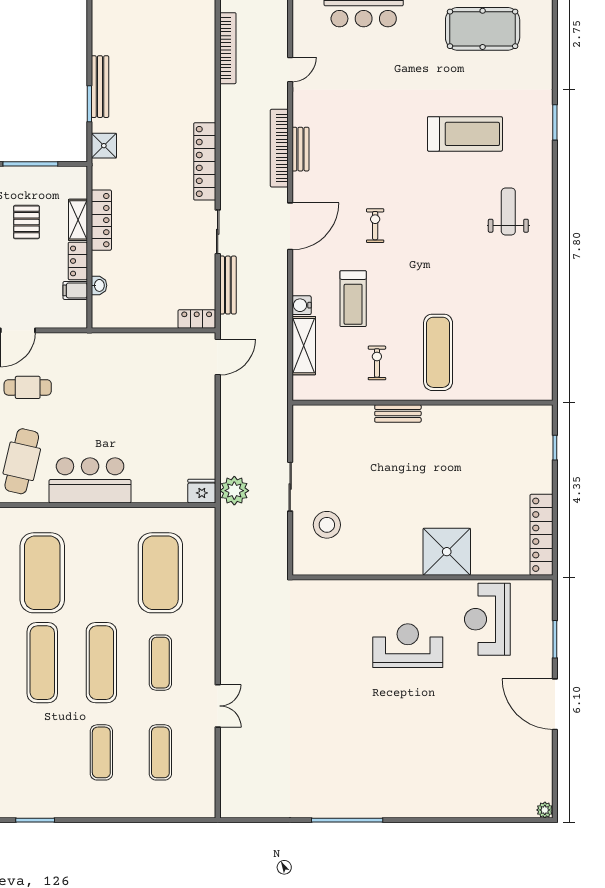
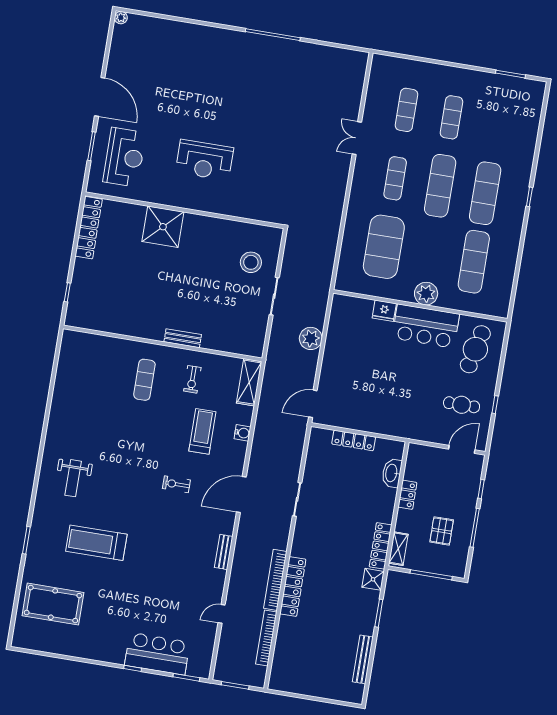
pool table: (483, 29) -> (53, 604), moved
bench: (100, 87) -> (363, 659), moved
bookcase: (279, 148) -> (275, 580), moved, turned 180
locker: (205, 161) -> (293, 587), moved
shelving: (78, 220) -> (398, 549), moved
locker: (101, 220) -> (381, 546), moved
exercise bike: (375, 226) -> (176, 484), turned 90
washbasin: (99, 285) -> (392, 473), width x1.91, depth x1.45
bench: (228, 285) -> (296, 458), removed
filing cabinet: (75, 290) -> (413, 473), removed
locker: (197, 319) -> (354, 440), moved, width x1.53
shelving: (304, 346) -> (249, 382), moved
exercise mat: (438, 352) -> (144, 380), width x0.73, depth x0.69
fridge: (202, 491) -> (384, 311), moved
plant: (234, 491) -> (311, 338), moved
plant: (97, 522) -> (426, 294), added
exercise mat: (42, 573) -> (474, 262), width x0.68
reception desk: (487, 619) -> (124, 157), moved

